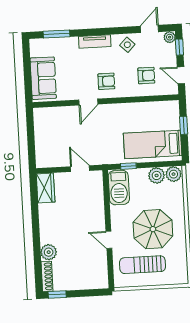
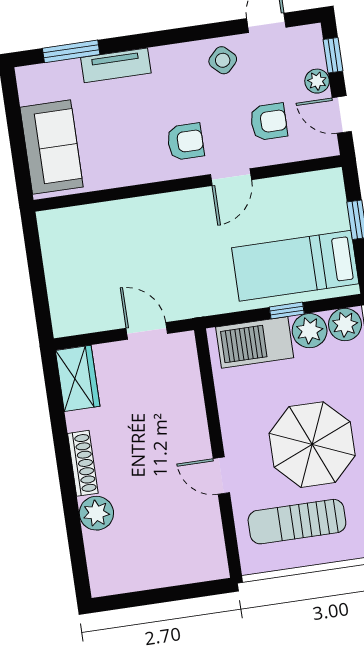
plant: (170, 37) -> (317, 81), moved
tv unit: (95, 42) -> (116, 65), moved
door: (88, 102) -> (231, 177), moved
window: (128, 166) -> (287, 310), moved
barbecue: (119, 188) -> (255, 342), moved, turned 90
shoe rack: (47, 276) -> (83, 463), moved
window: (57, 295) -> (123, 601), removed

